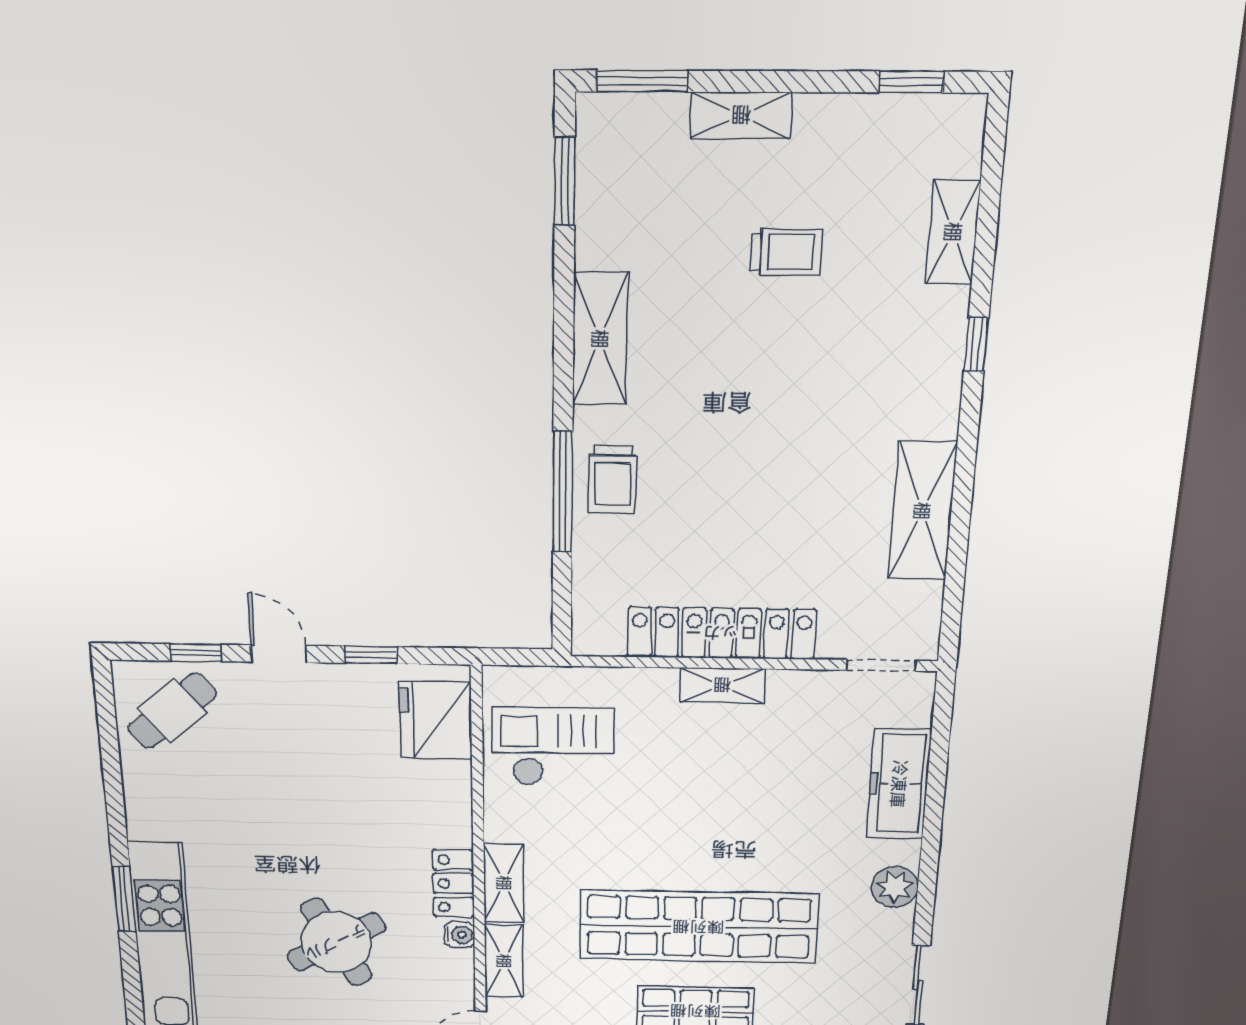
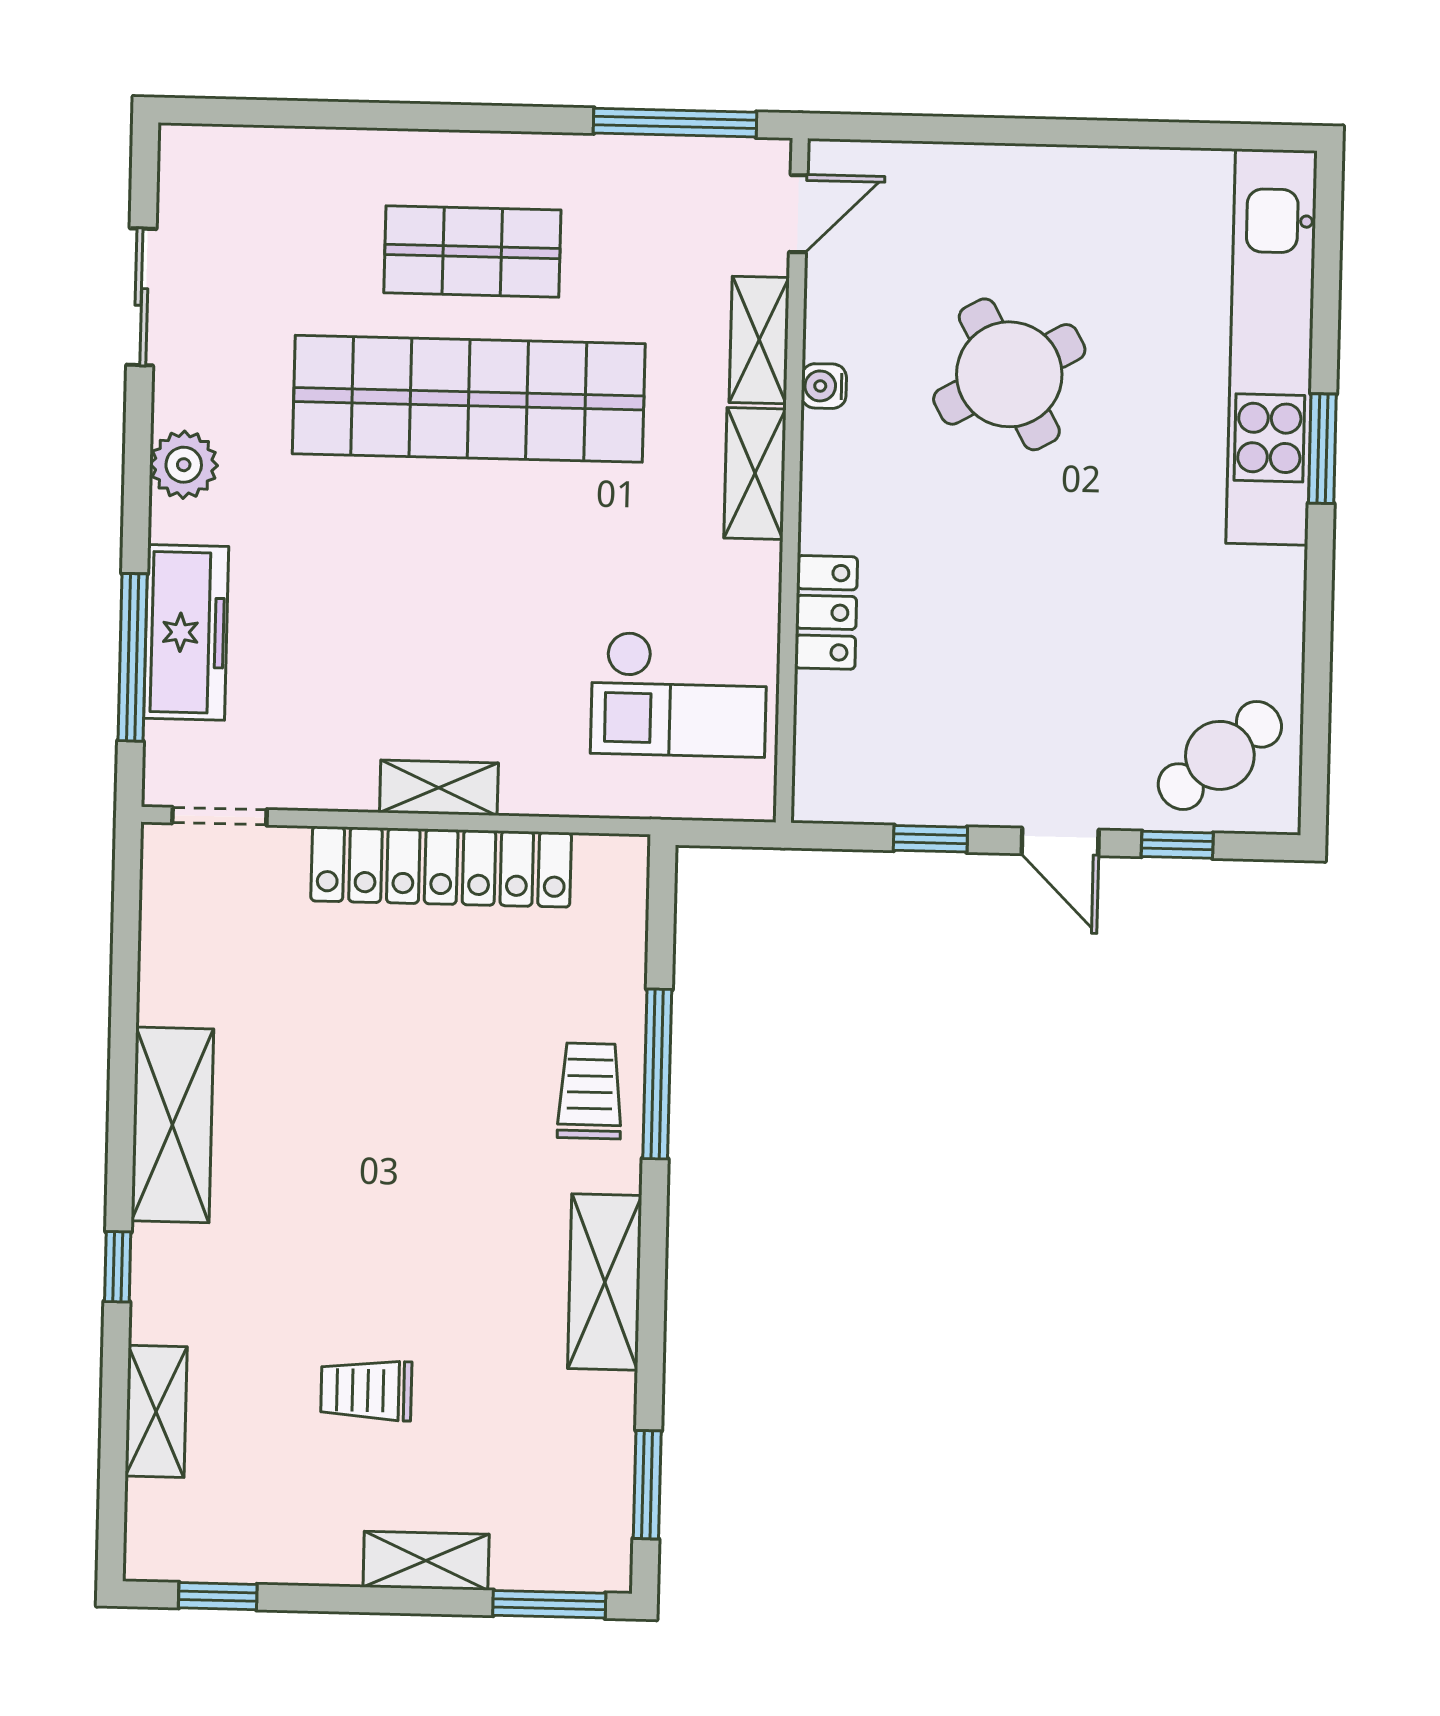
shelving: (922, 511) -> (172, 1125), moved
fridge: (436, 720) -> (844, 737), removed
window: (938, 768) -> (133, 657), added
locker: (453, 884) -> (826, 612), moved

